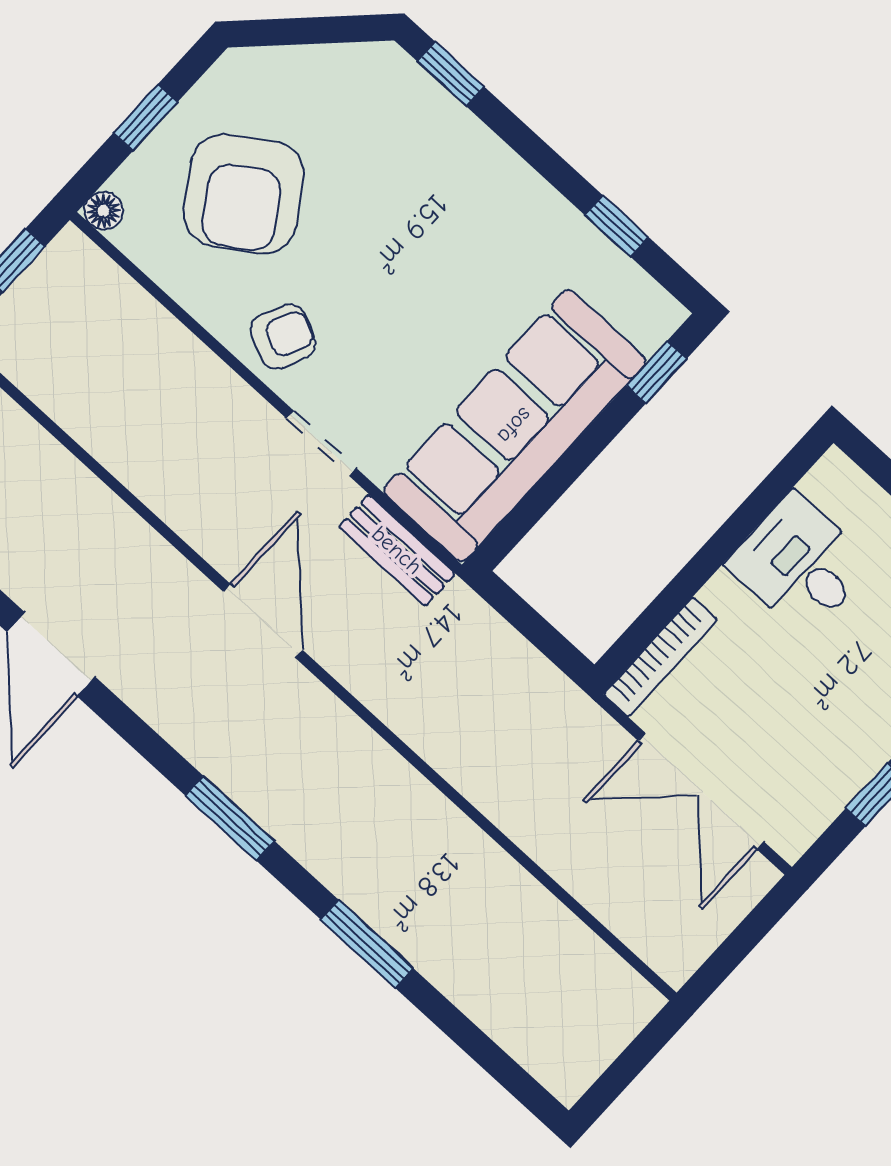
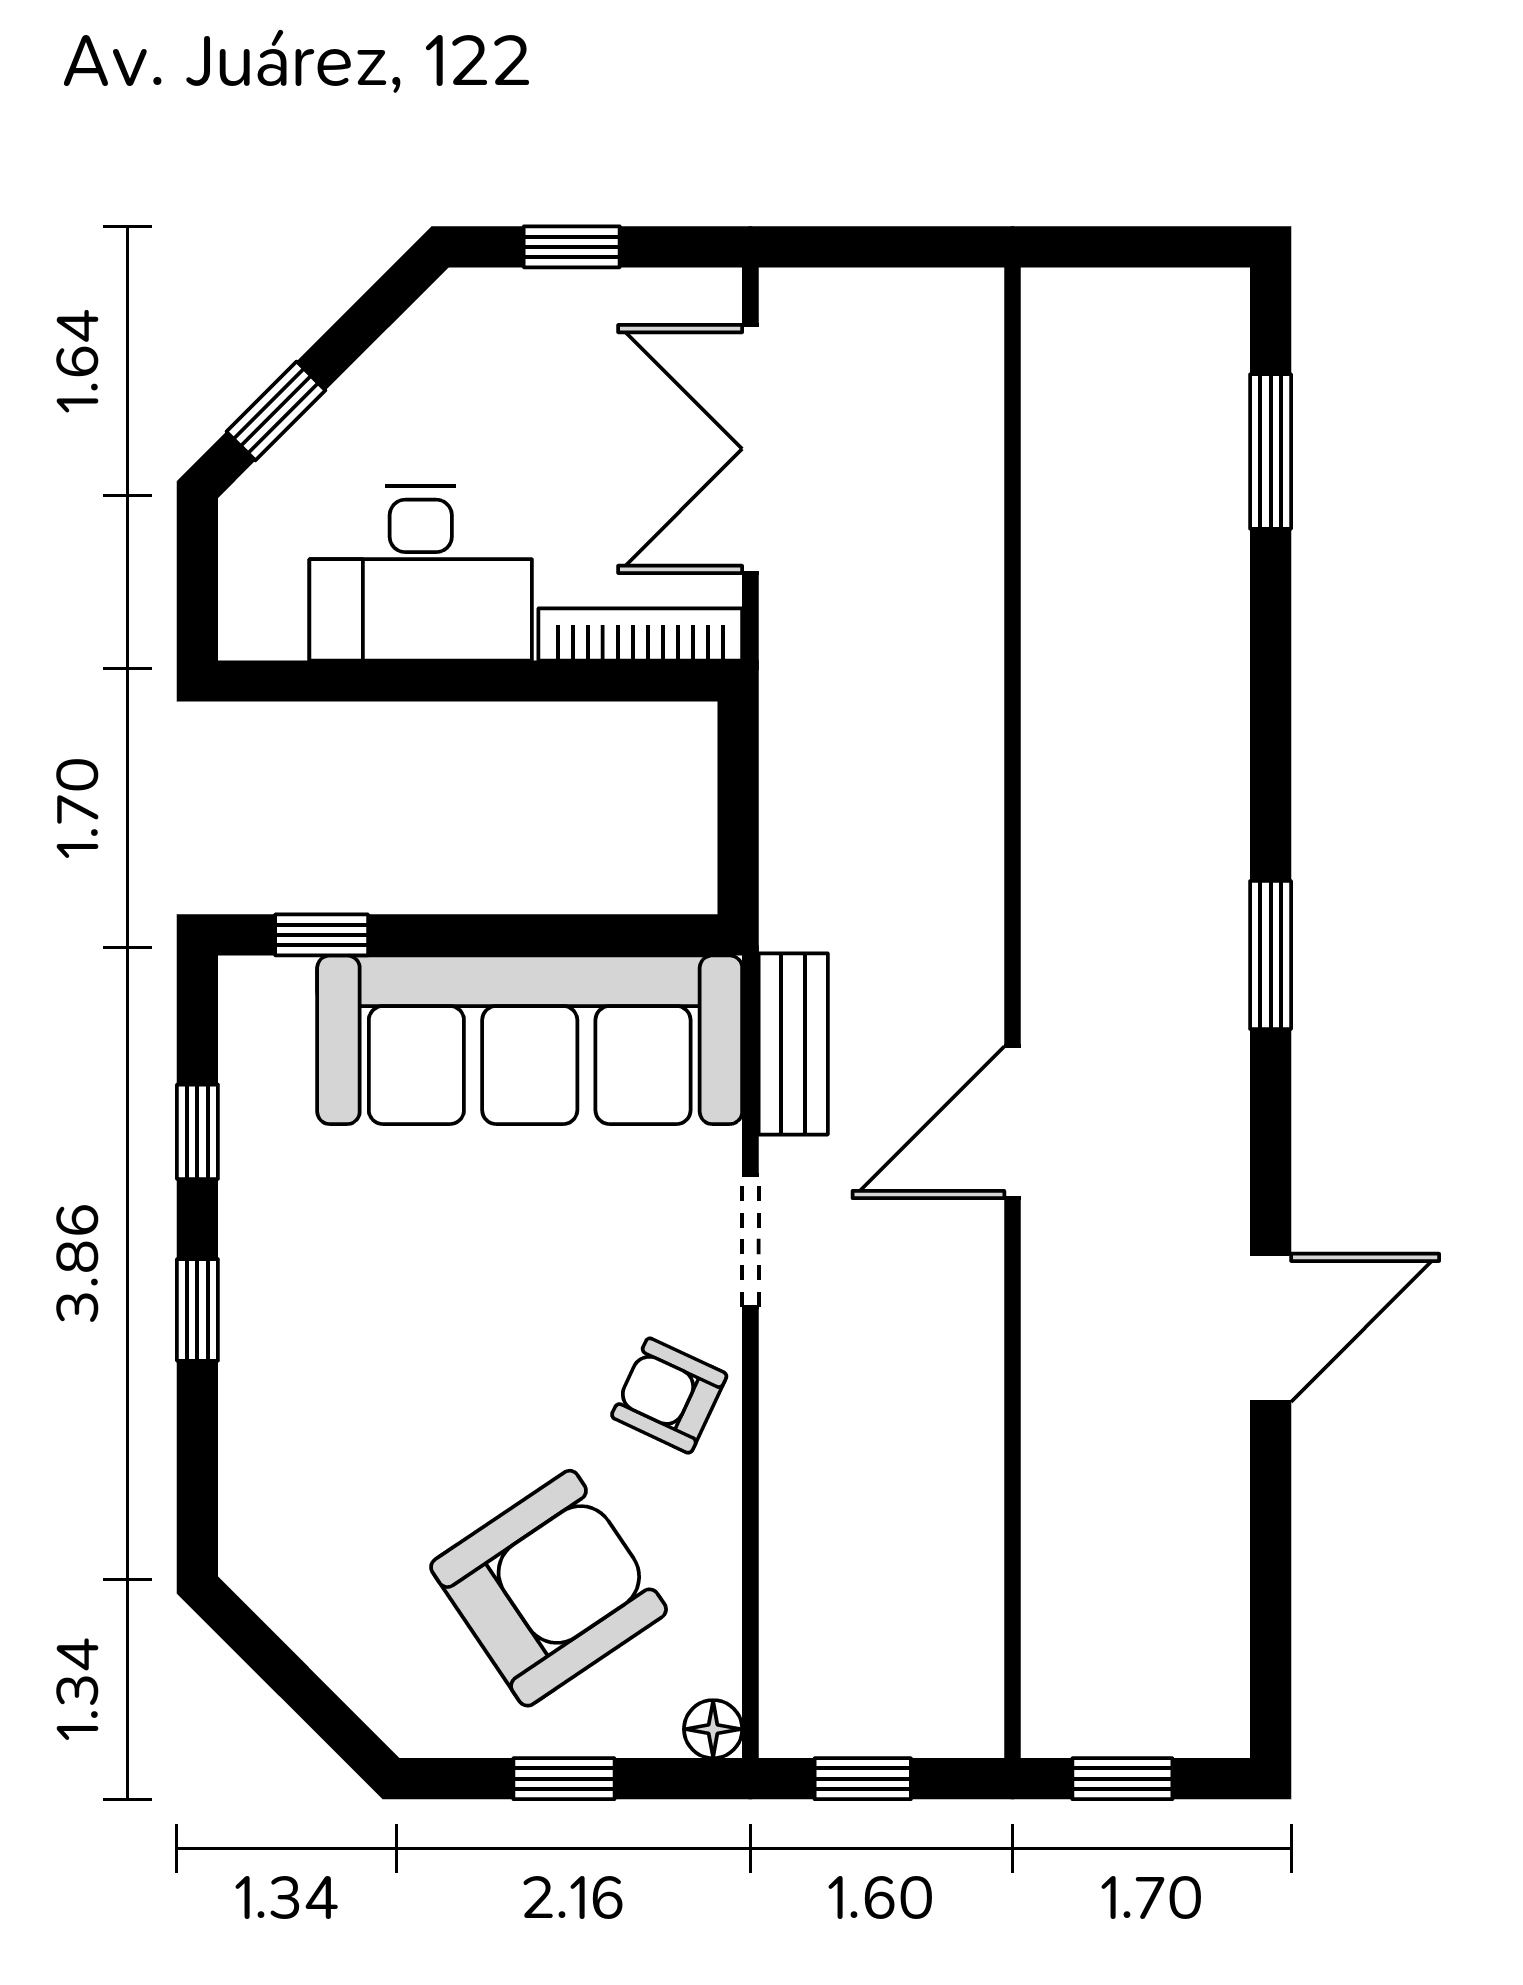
window: (451, 74) -> (197, 1310), moved
desk: (800, 564) -> (421, 573), width x1.37
double door: (701, 791) -> (750, 449), swing flipped
window: (367, 944) -> (1271, 451), moved

